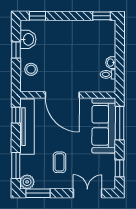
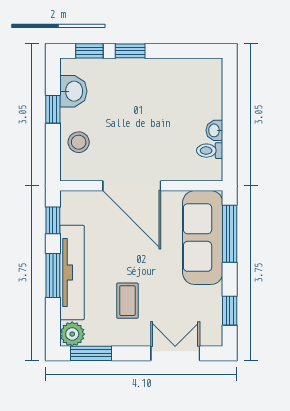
window: (101, 16) -> (130, 51), moved
tv unit: (27, 127) -> (72, 273), moved
window: (16, 165) -> (53, 276), moved

